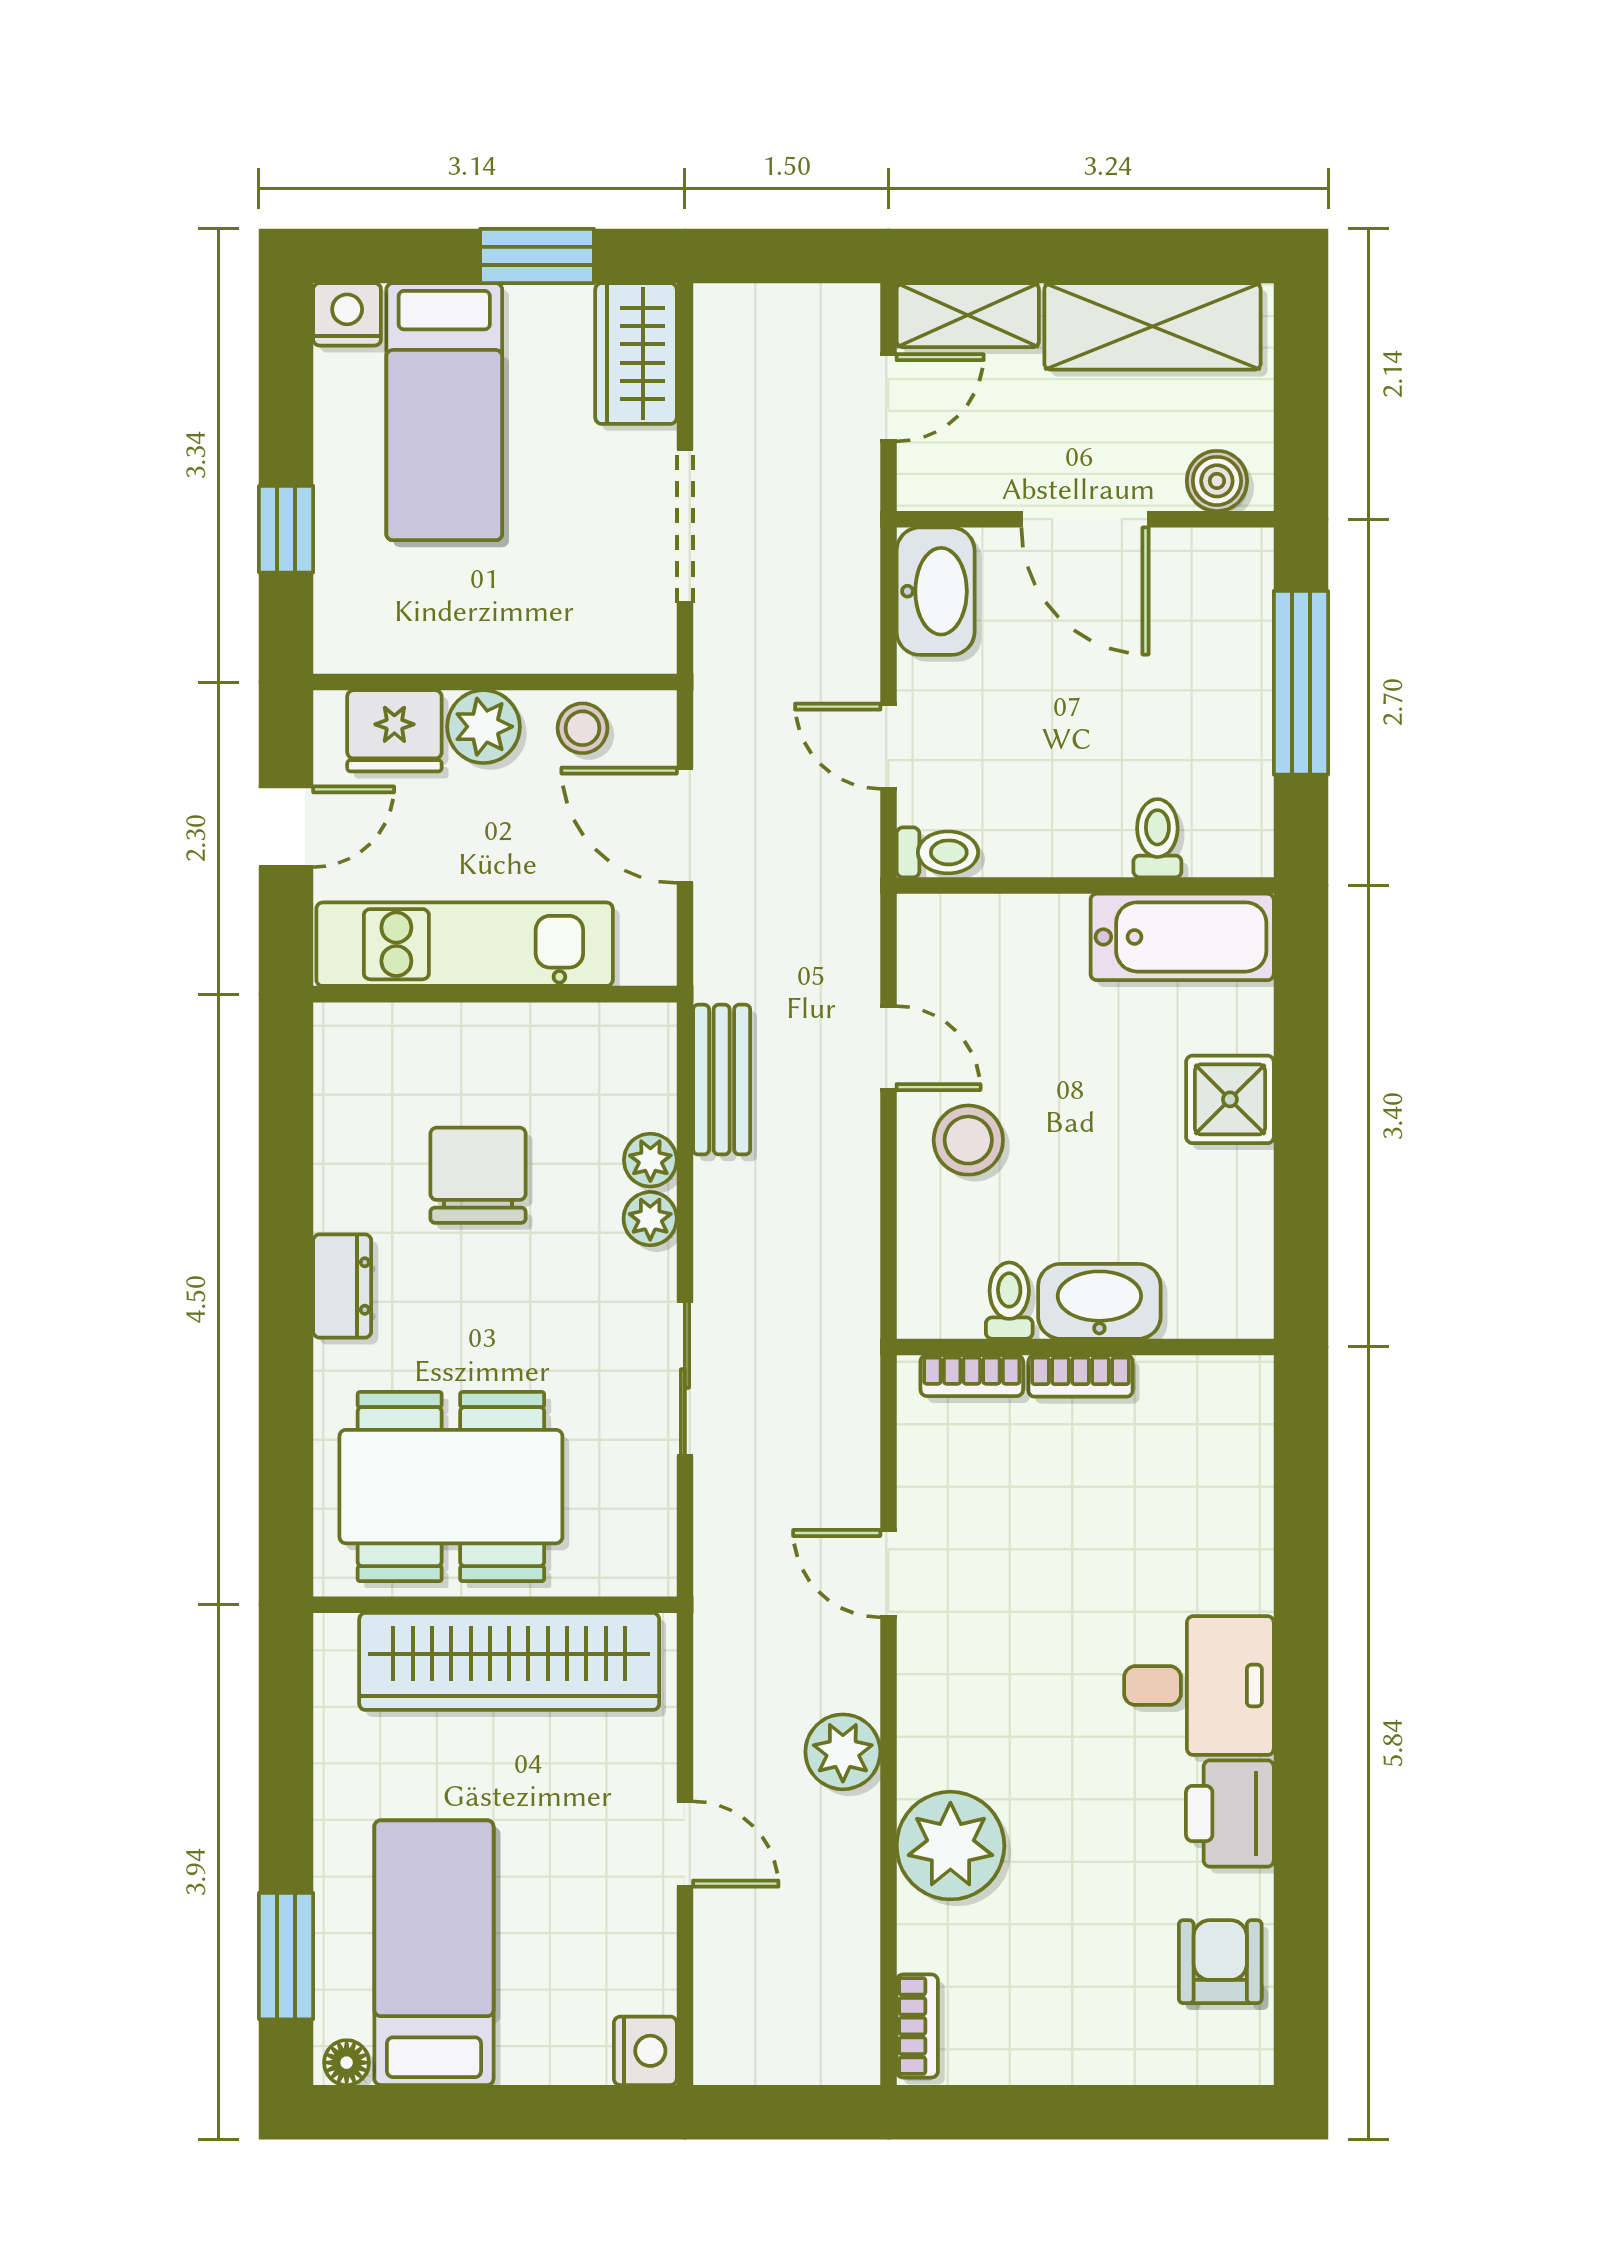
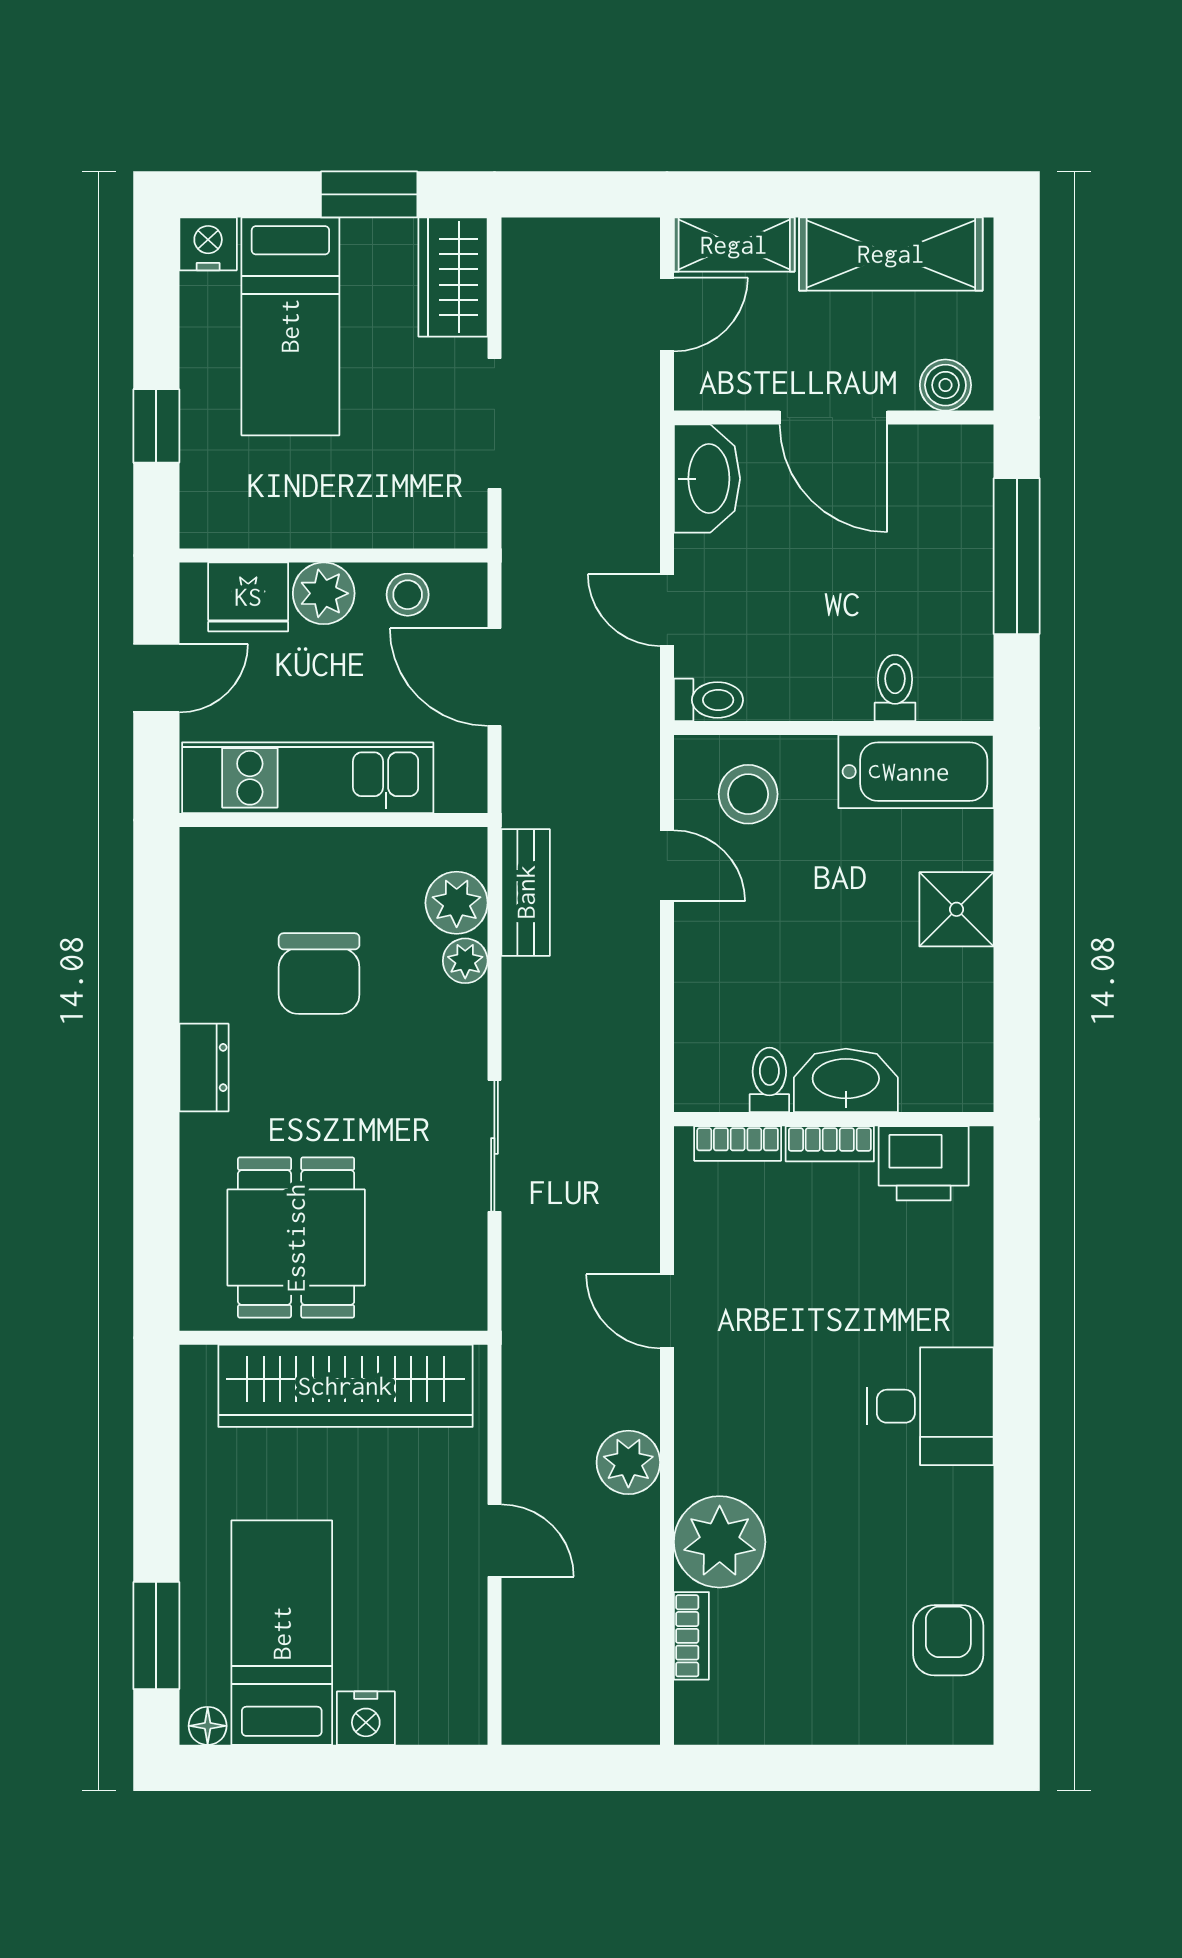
stool: (968, 1140) -> (748, 794), moved
chair: (478, 1175) -> (319, 974), turned 180
plant: (650, 1219) -> (457, 903), moved, width x1.38, depth x1.38
dining table: (451, 1487) -> (296, 1238), width x0.73
printer: (1230, 1814) -> (924, 1163), moved, turned -90
bookcase: (917, 2026) -> (691, 1636), moved
nightstand: (645, 2051) -> (366, 1718), moved, turned 90

